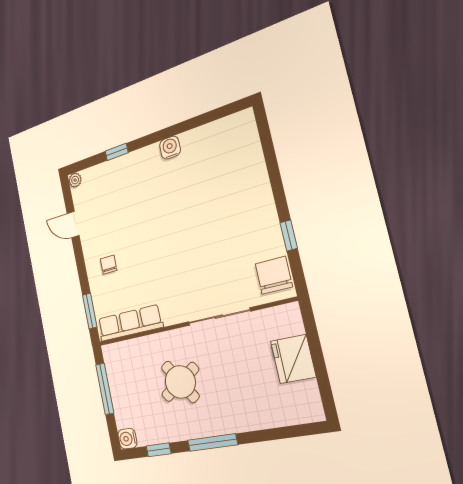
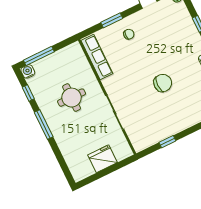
chair: (274, 275) -> (163, 83), moved
window: (90, 311) -> (112, 20), moved
round table: (180, 382) -> (72, 98), turned 33
window: (105, 389) -> (39, 56), moved

